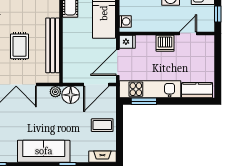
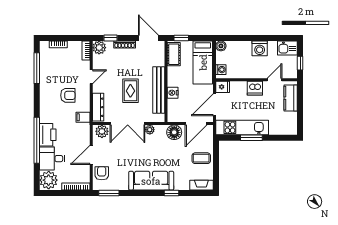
nightstand: (69, 49) -> (173, 93), added
kitchen counter: (197, 90) -> (291, 98), moved, turned -90
plant: (55, 92) -> (150, 130), moved
window: (144, 101) -> (251, 138), moved

